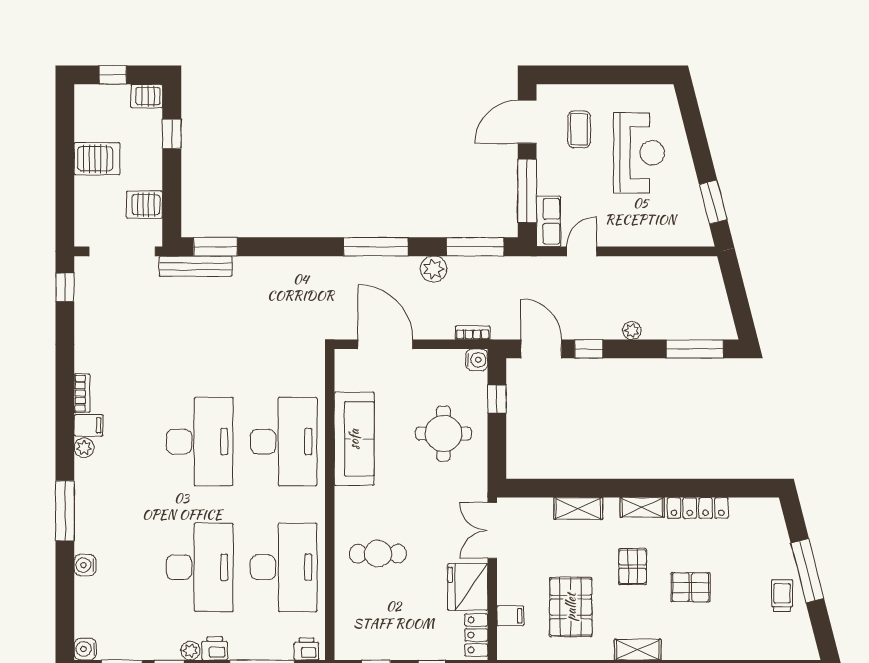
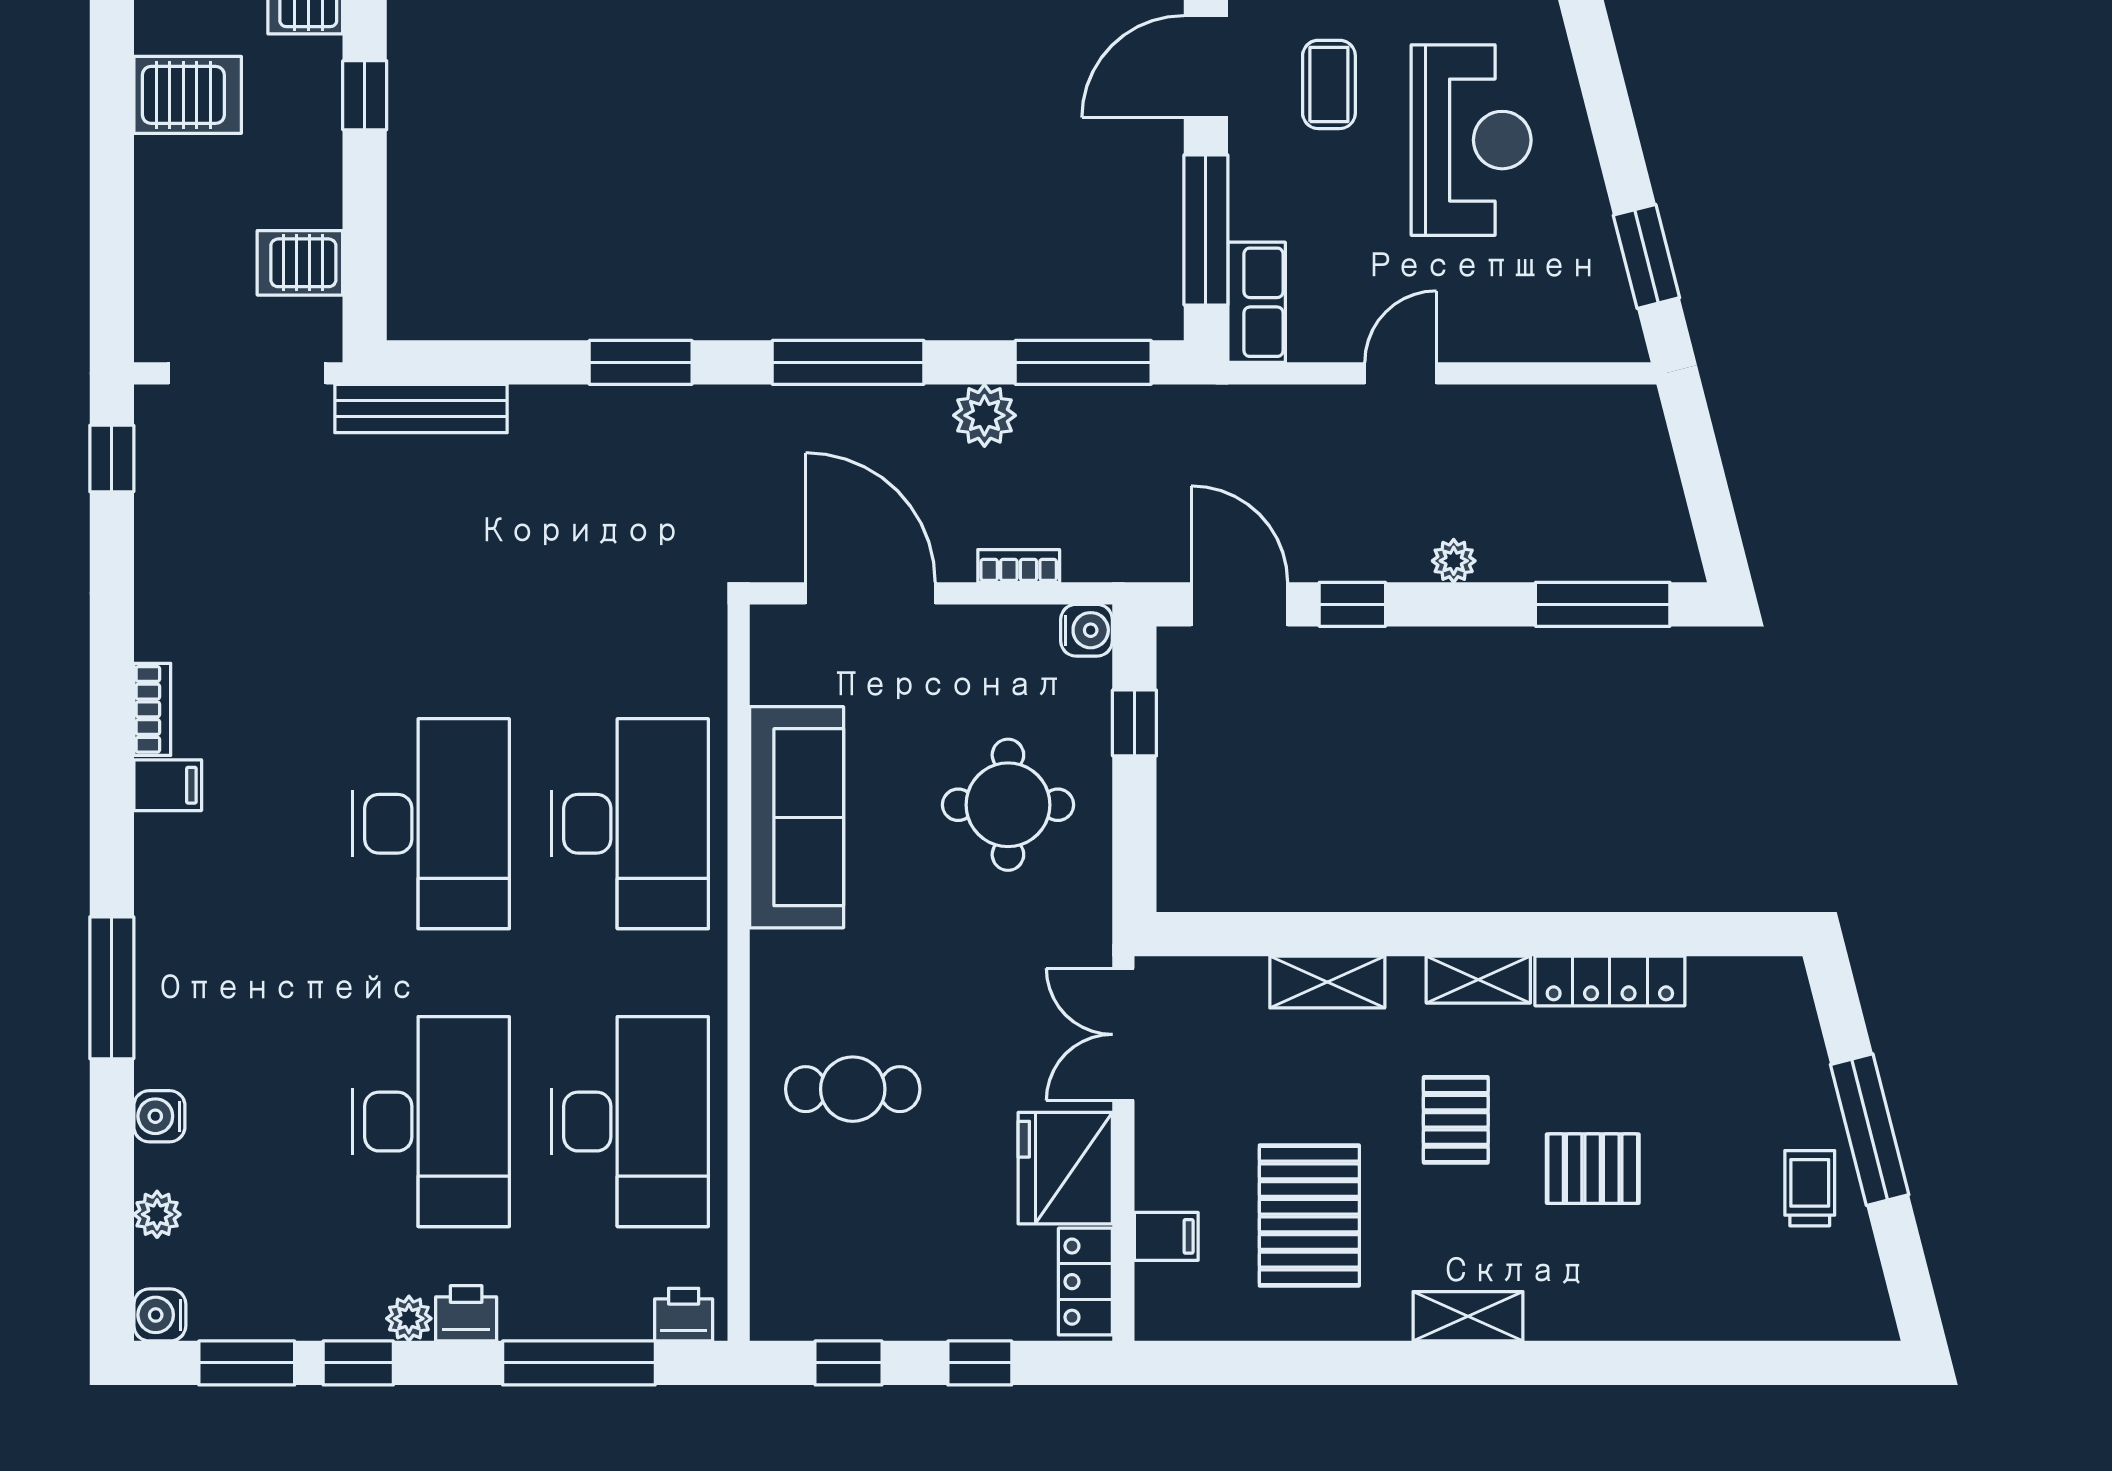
server rack: (97, 159) -> (188, 95), moved
window: (215, 247) -> (641, 362), moved
door: (582, 251) -> (1401, 373), moved
bookcase: (473, 333) -> (1019, 566), moved
plant: (84, 448) -> (157, 1214), moved

